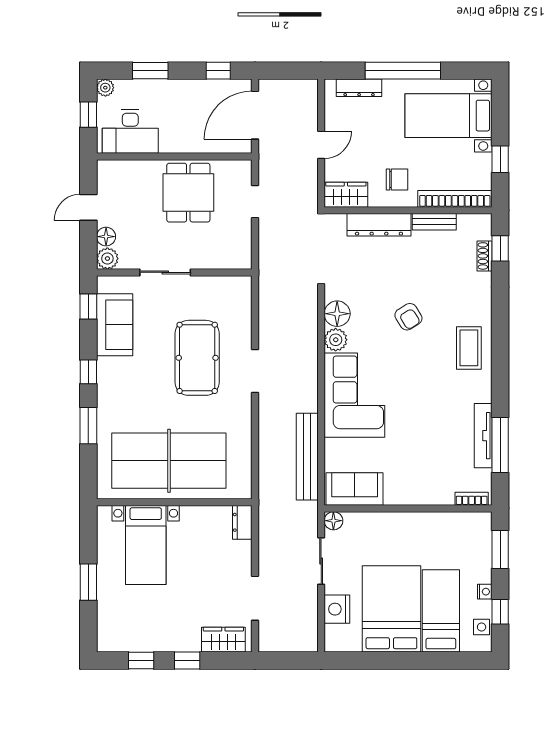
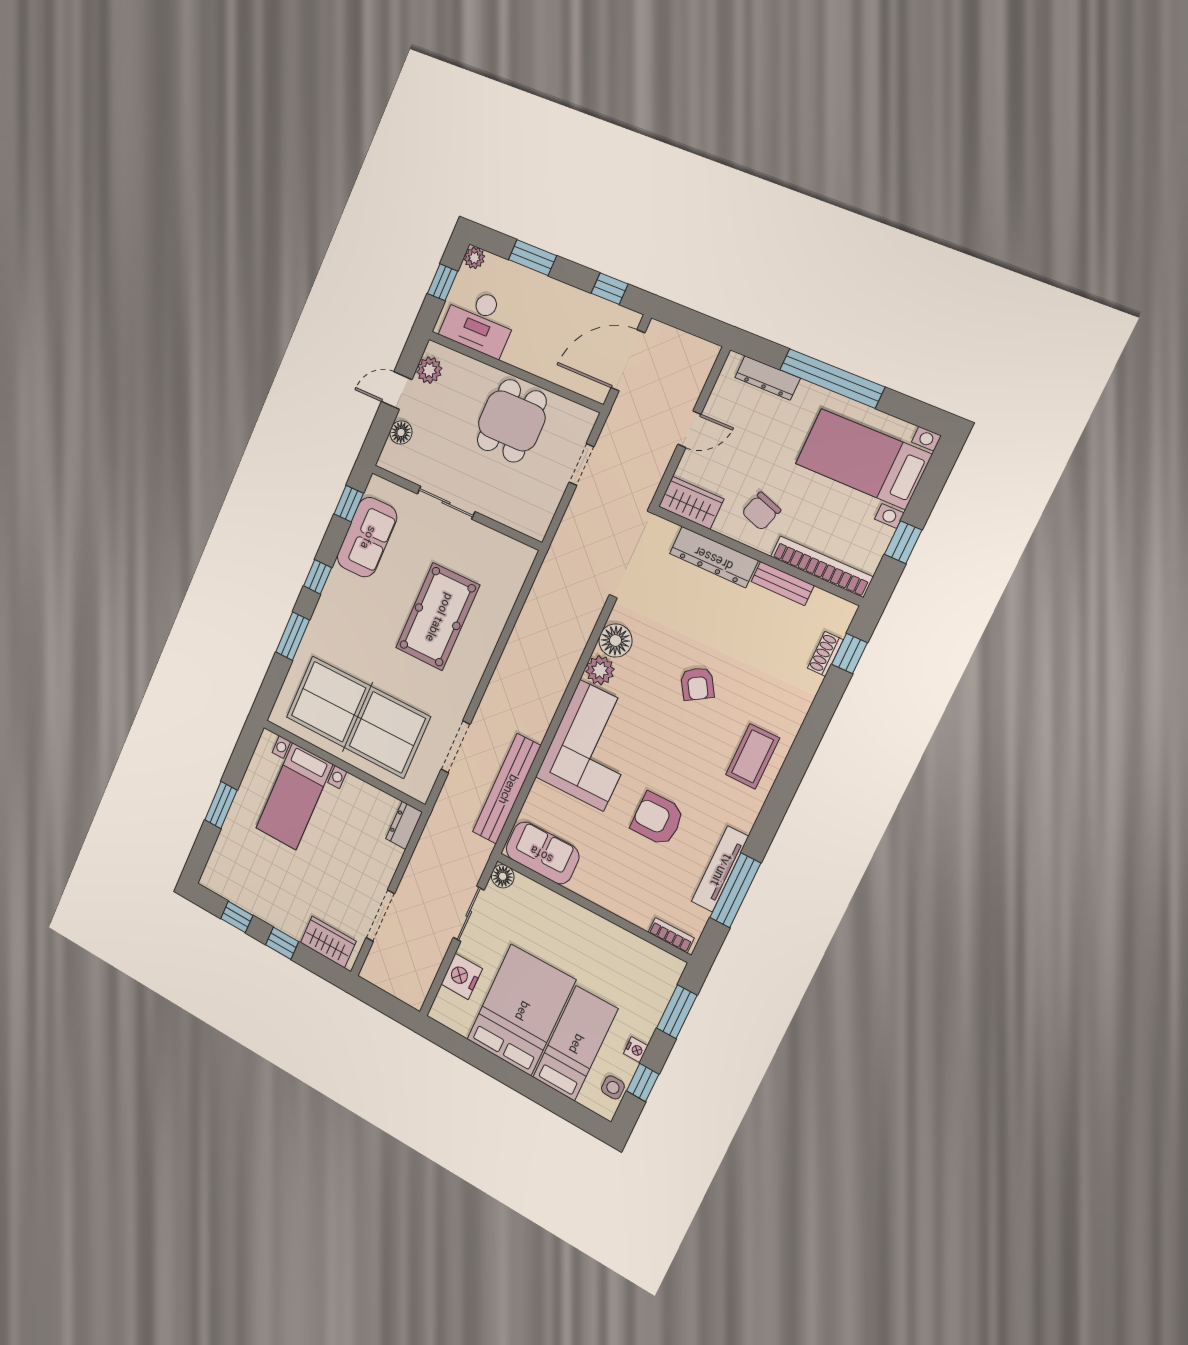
chair: (397, 180) -> (761, 511), turned 108
plant: (107, 259) -> (429, 370), moved
doorway: (255, 371) -> (456, 747), moved
armchair: (424, 423) -> (657, 819), added

